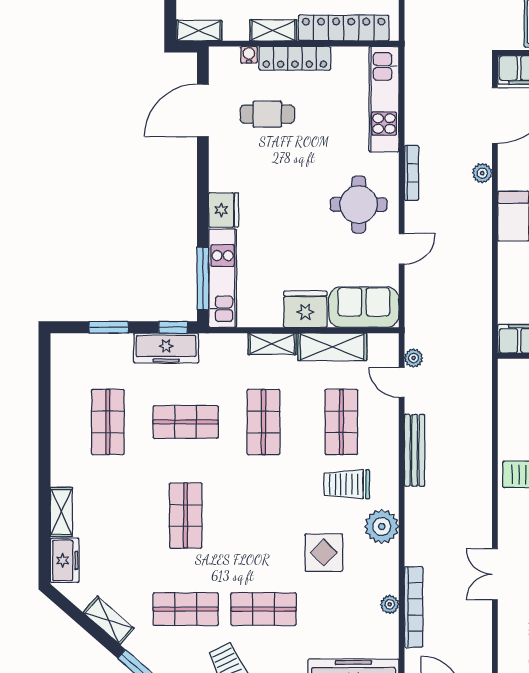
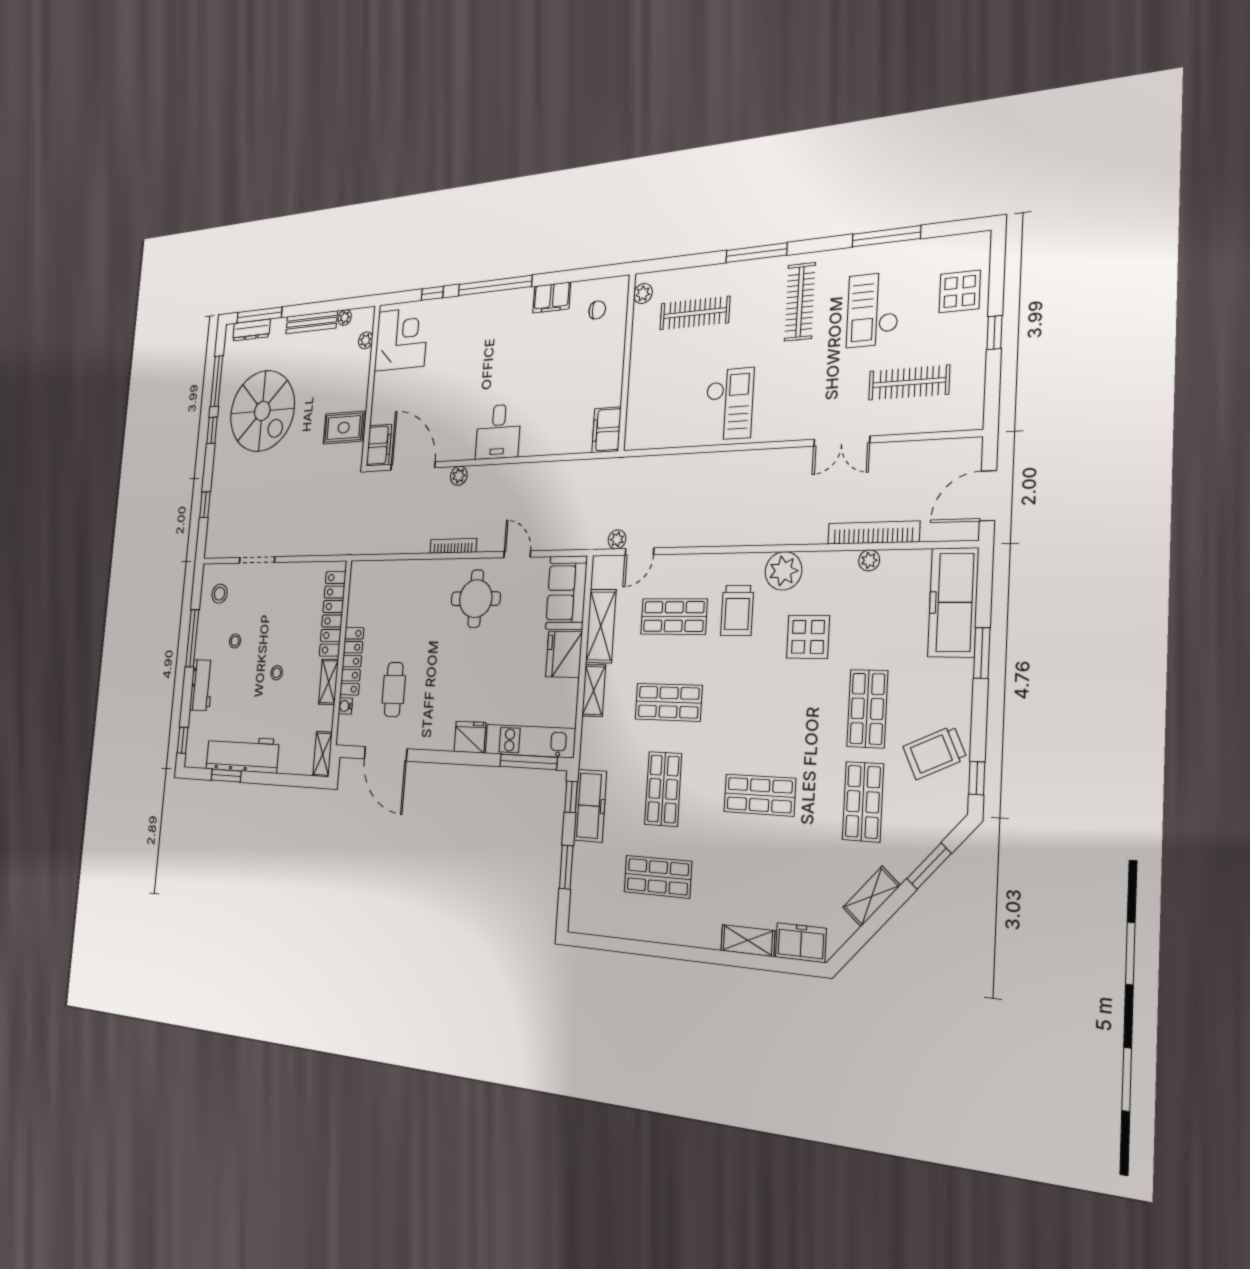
kitchen unit: (384, 99) -> (391, 574), removed
bench: (415, 450) -> (707, 536), removed

